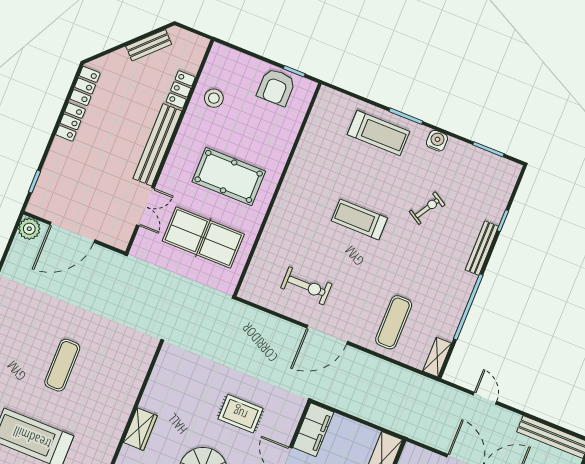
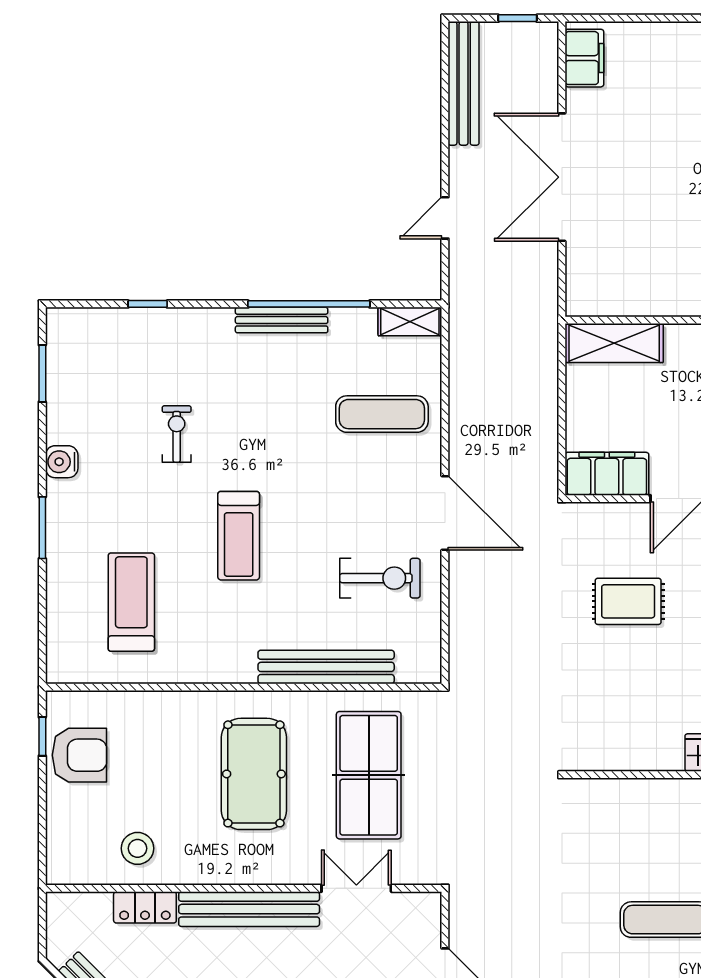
treadmill: (378, 133) -> (131, 602), moved
exercise bike: (427, 208) -> (177, 434), turned 59
bench: (270, 238) -> (326, 667), added
bench: (482, 248) -> (282, 320), moved
exercise bike: (306, 286) -> (380, 578), turned 90
rug: (240, 414) -> (628, 601), turned 90

